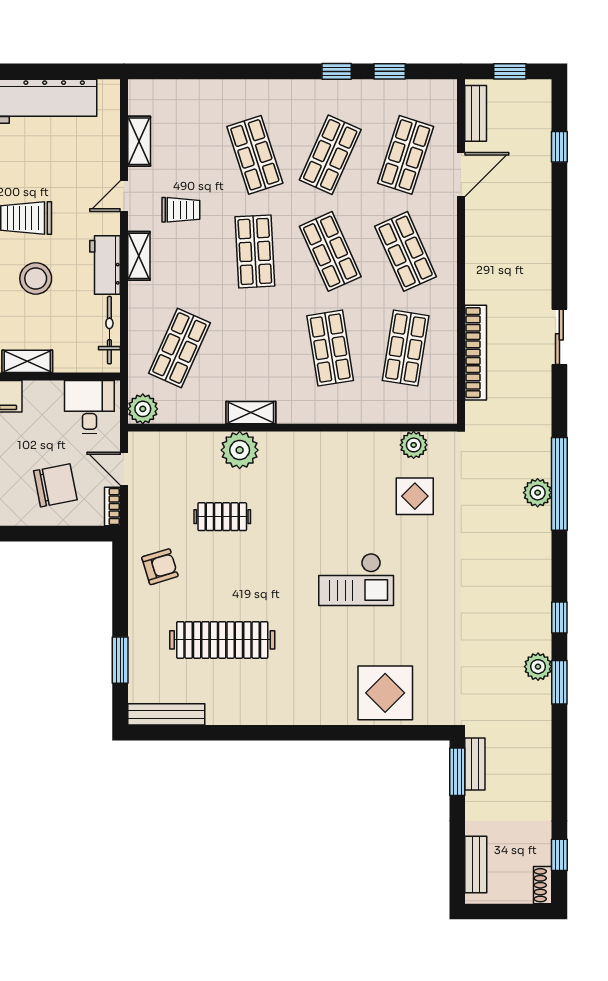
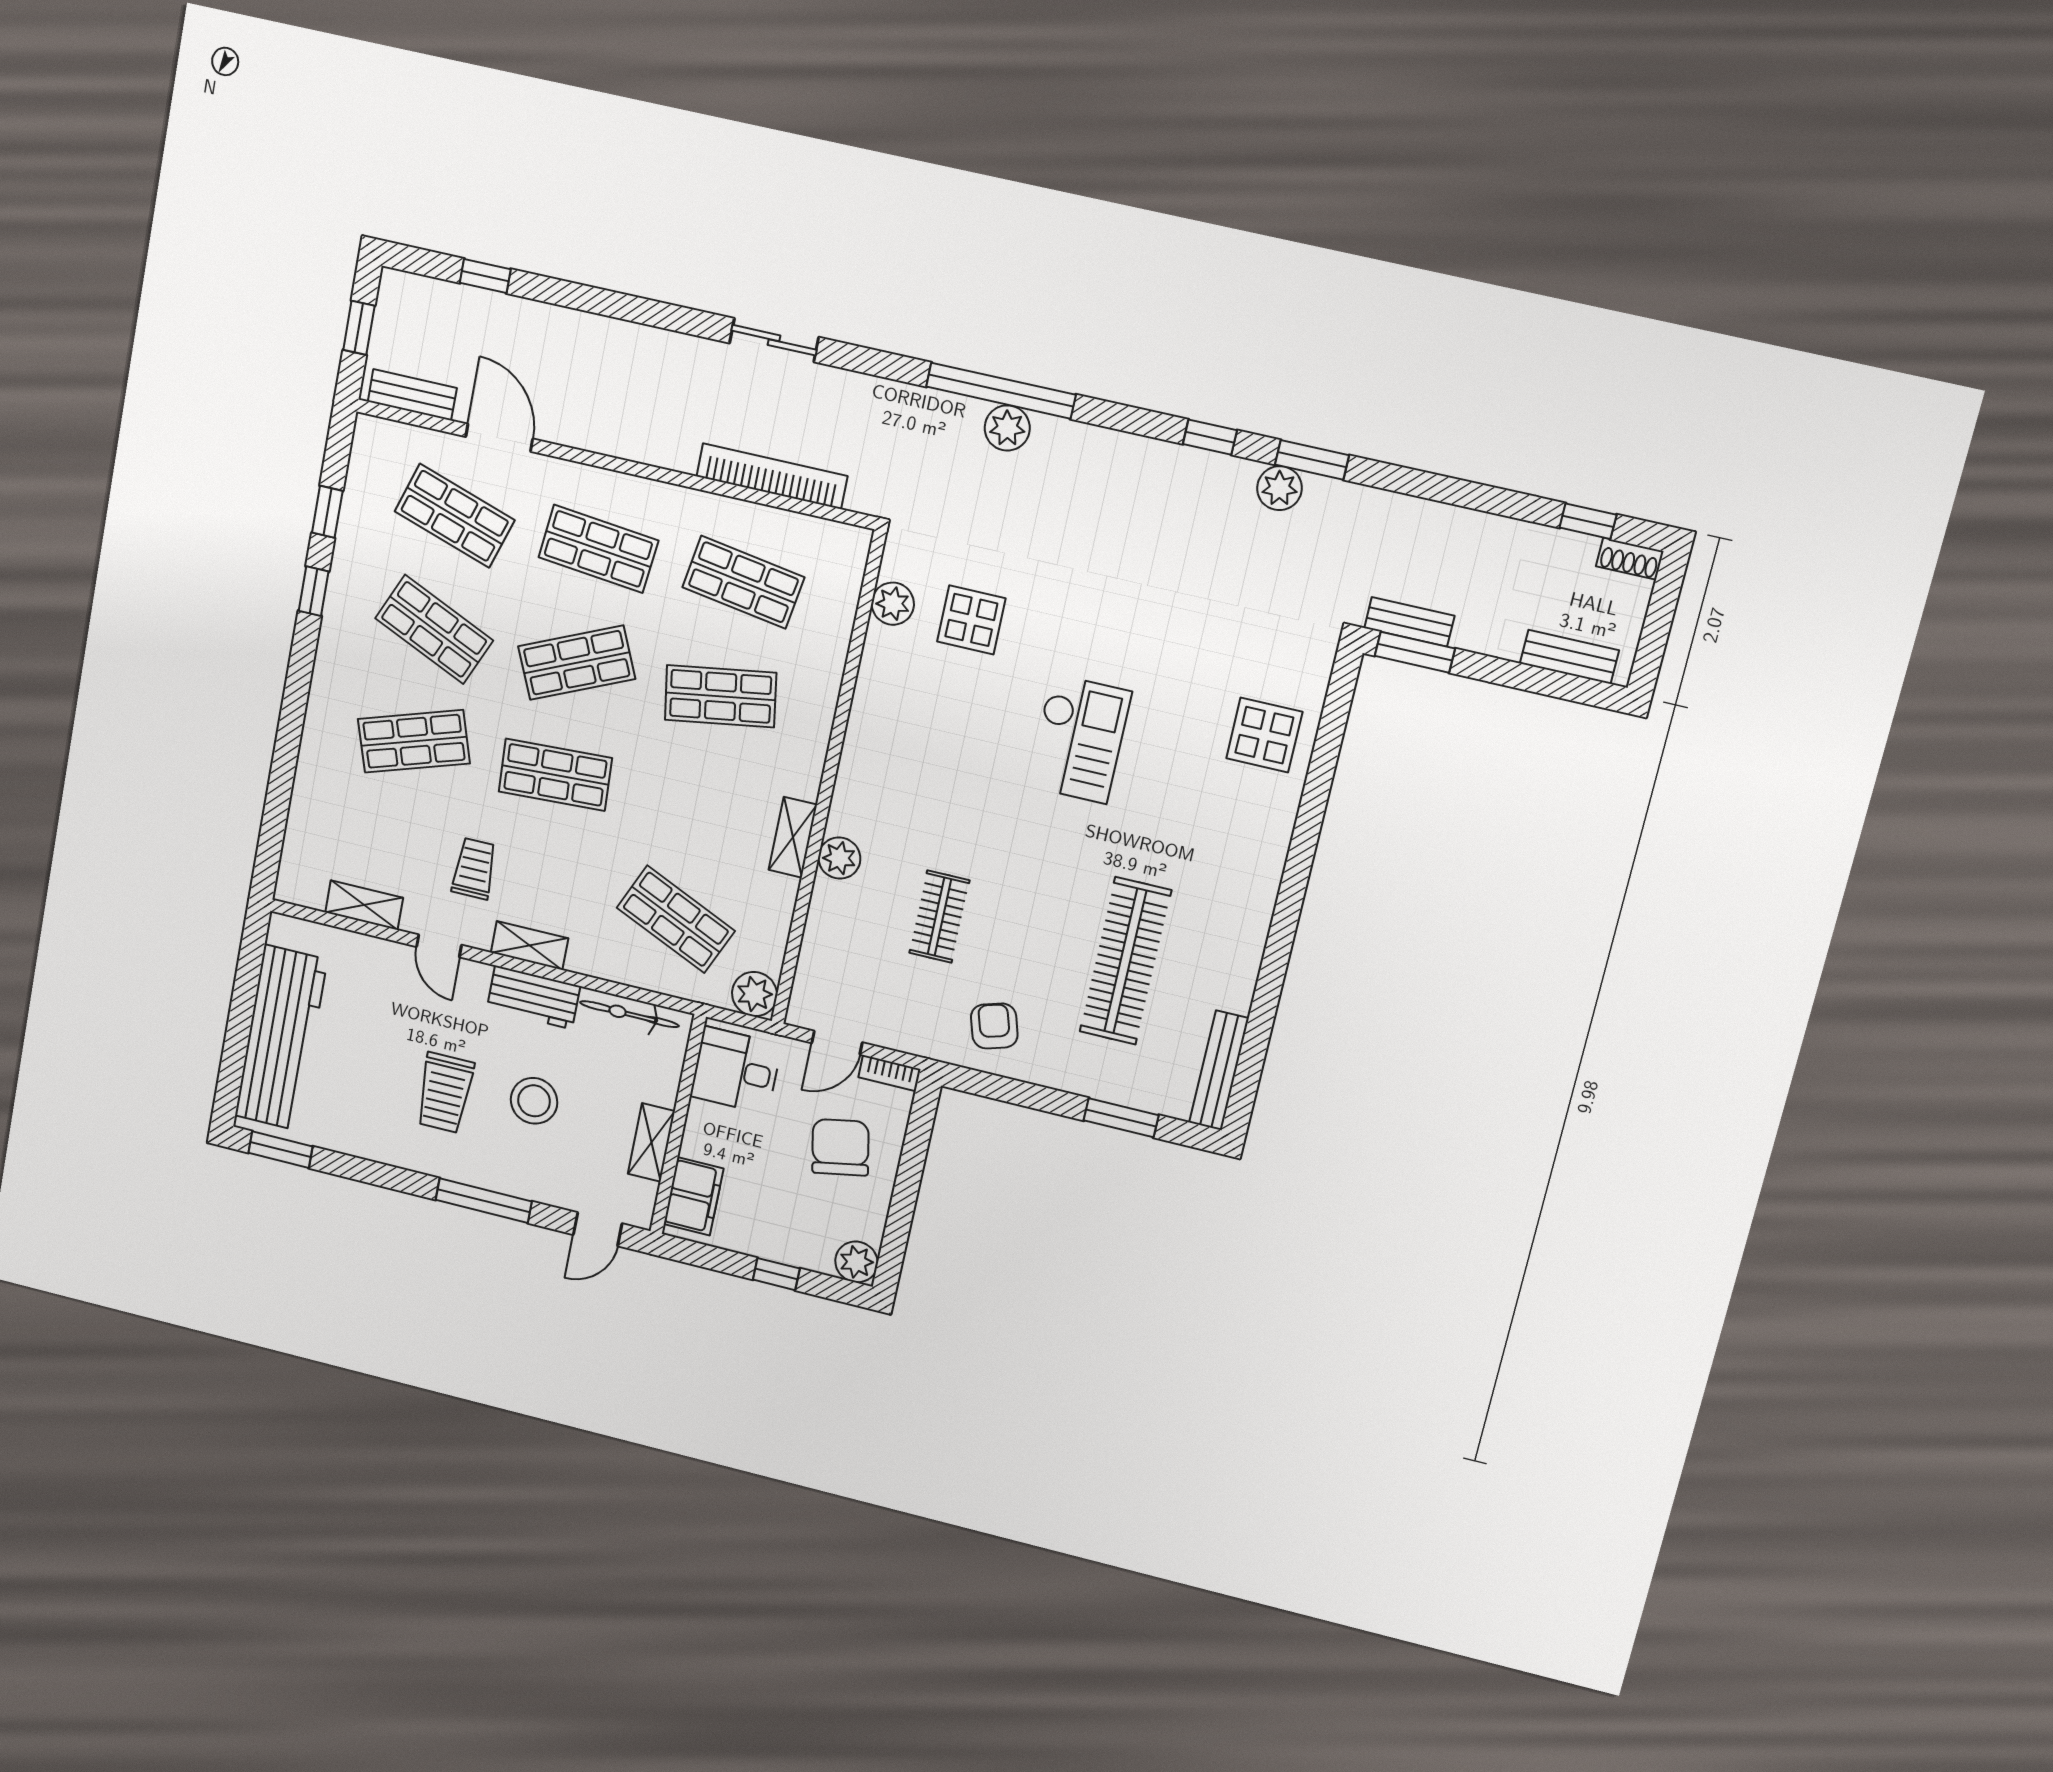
shop shelf: (406, 251) -> (598, 549), turned 30
plant: (240, 450) -> (839, 858), width x0.73, depth x0.73
display table: (385, 693) -> (1264, 735), width x0.73, depth x0.73

